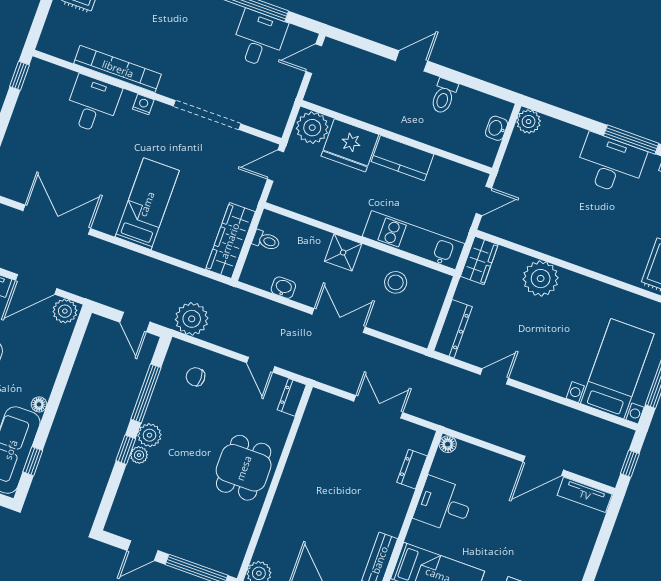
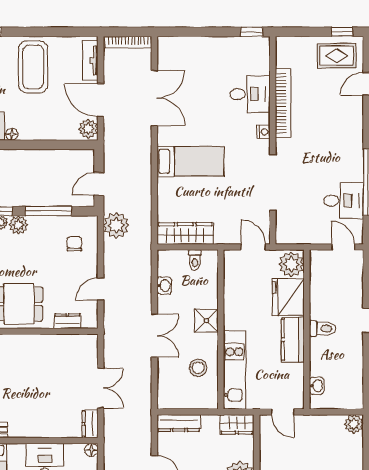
toilet: (444, 96) -> (323, 329), moved, turned 180
washbasin: (497, 128) -> (317, 386), moved, turned 90
dresser: (292, 397) -> (67, 321), moved
dresser: (412, 469) -> (90, 424), moved, turned -90

